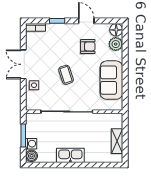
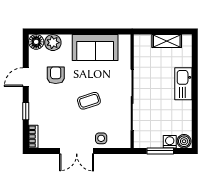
kitchen sink: (70, 155) -> (183, 84), moved

